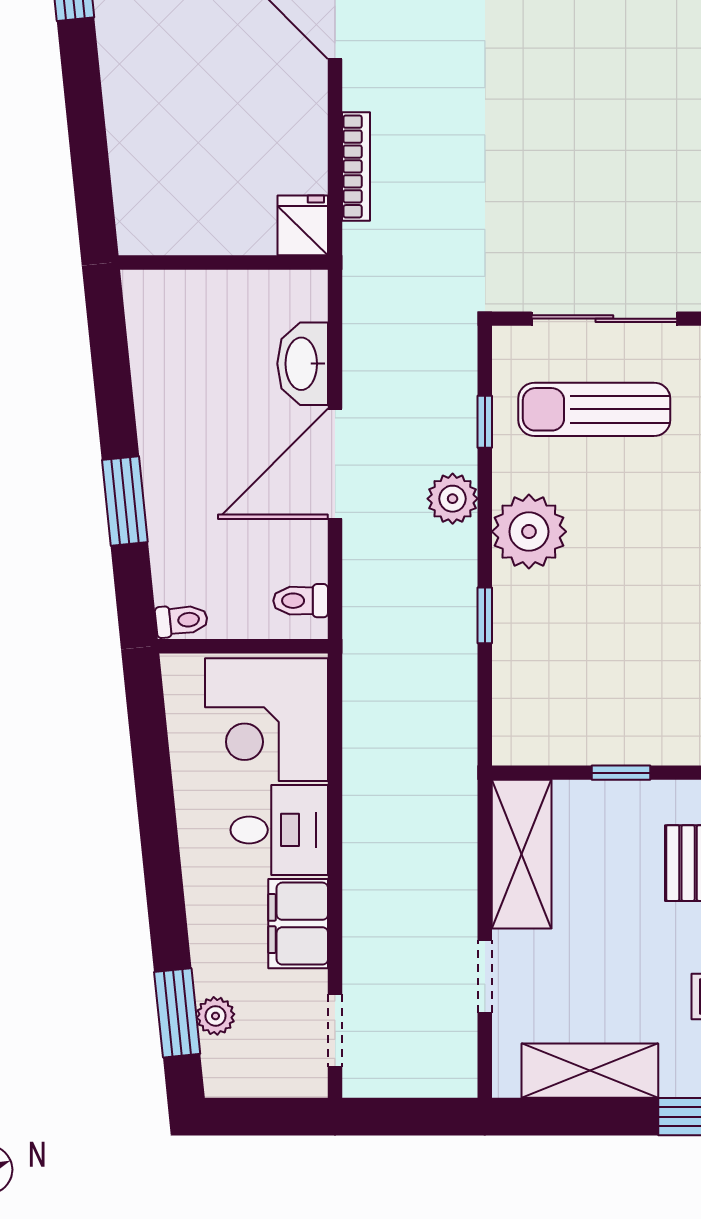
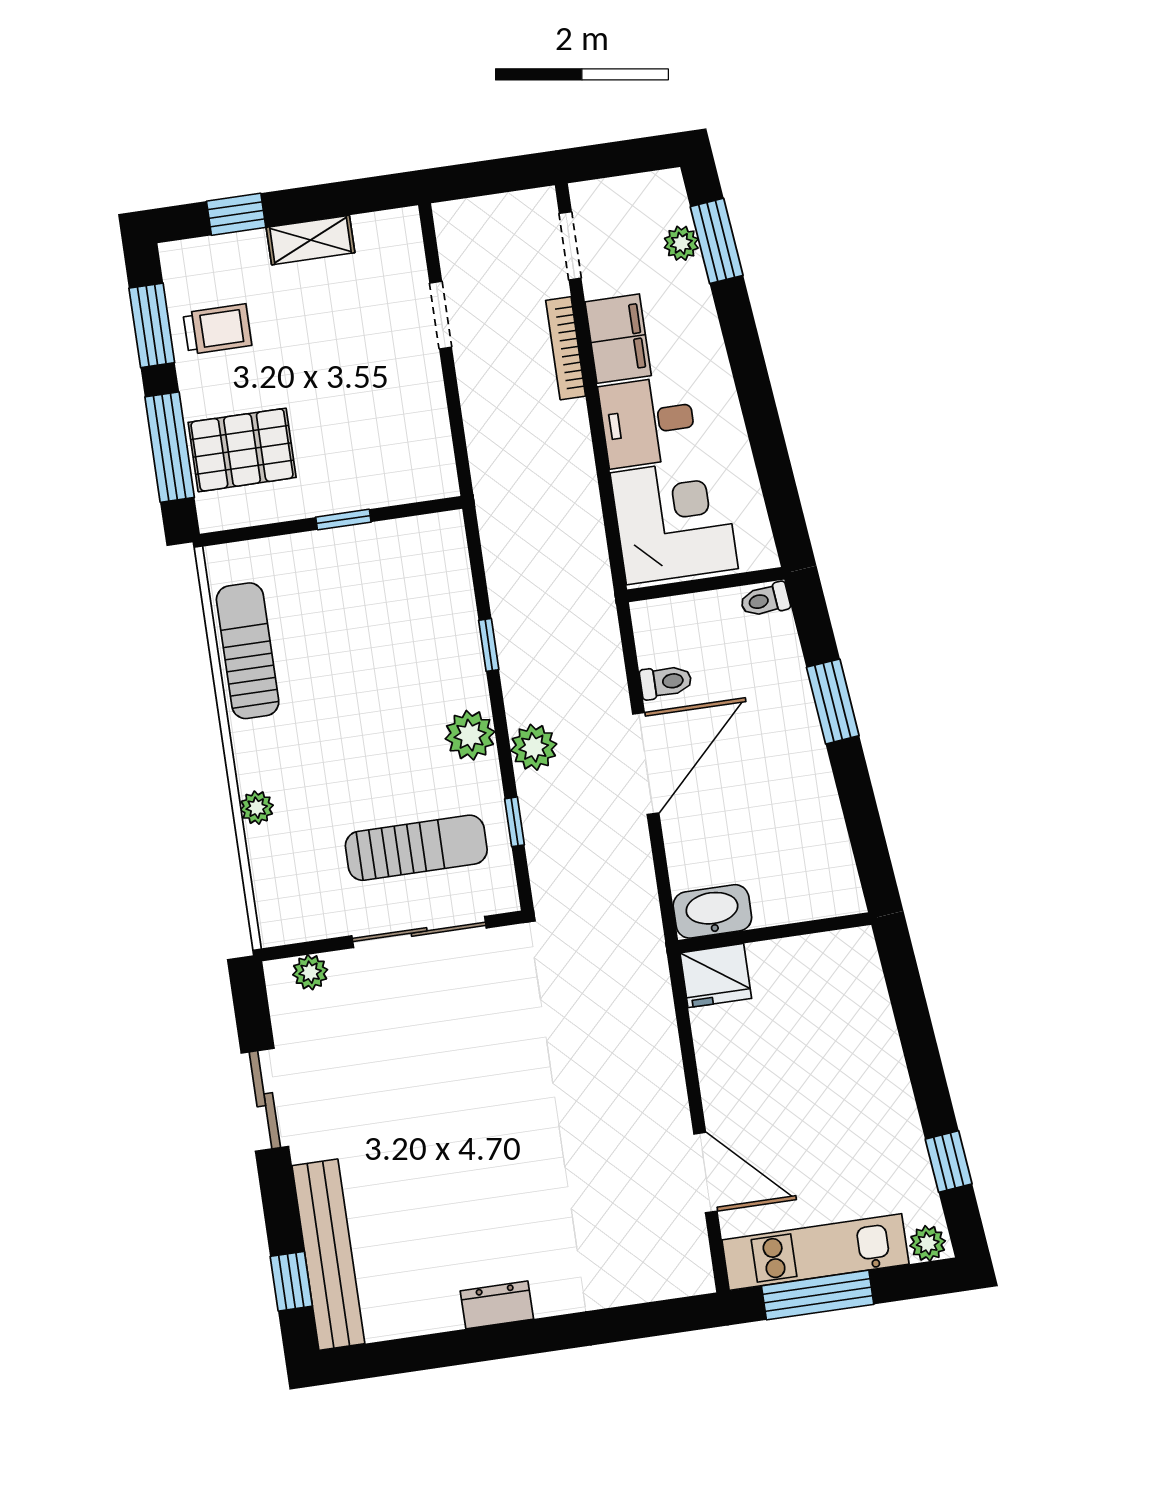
bookcase: (356, 166) -> (566, 348), moved
fridge: (303, 225) -> (716, 976), width x1.38
washbasin: (303, 364) -> (712, 911), moved, turned -90
plant: (529, 532) -> (470, 735), width x0.73, depth x0.73
toilet: (301, 601) -> (666, 682), moved
shelving: (522, 854) -> (423, 432), removed
shelving: (590, 1071) -> (311, 240), width x0.67, depth x0.75

